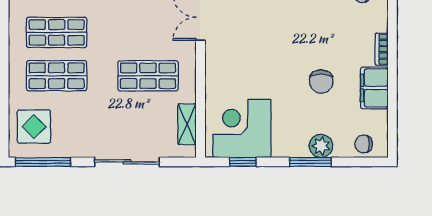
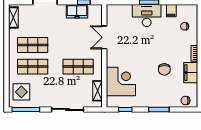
corner desk: (242, 129) -> (121, 81), moved, turned 90
plant: (321, 146) -> (164, 101), removed

